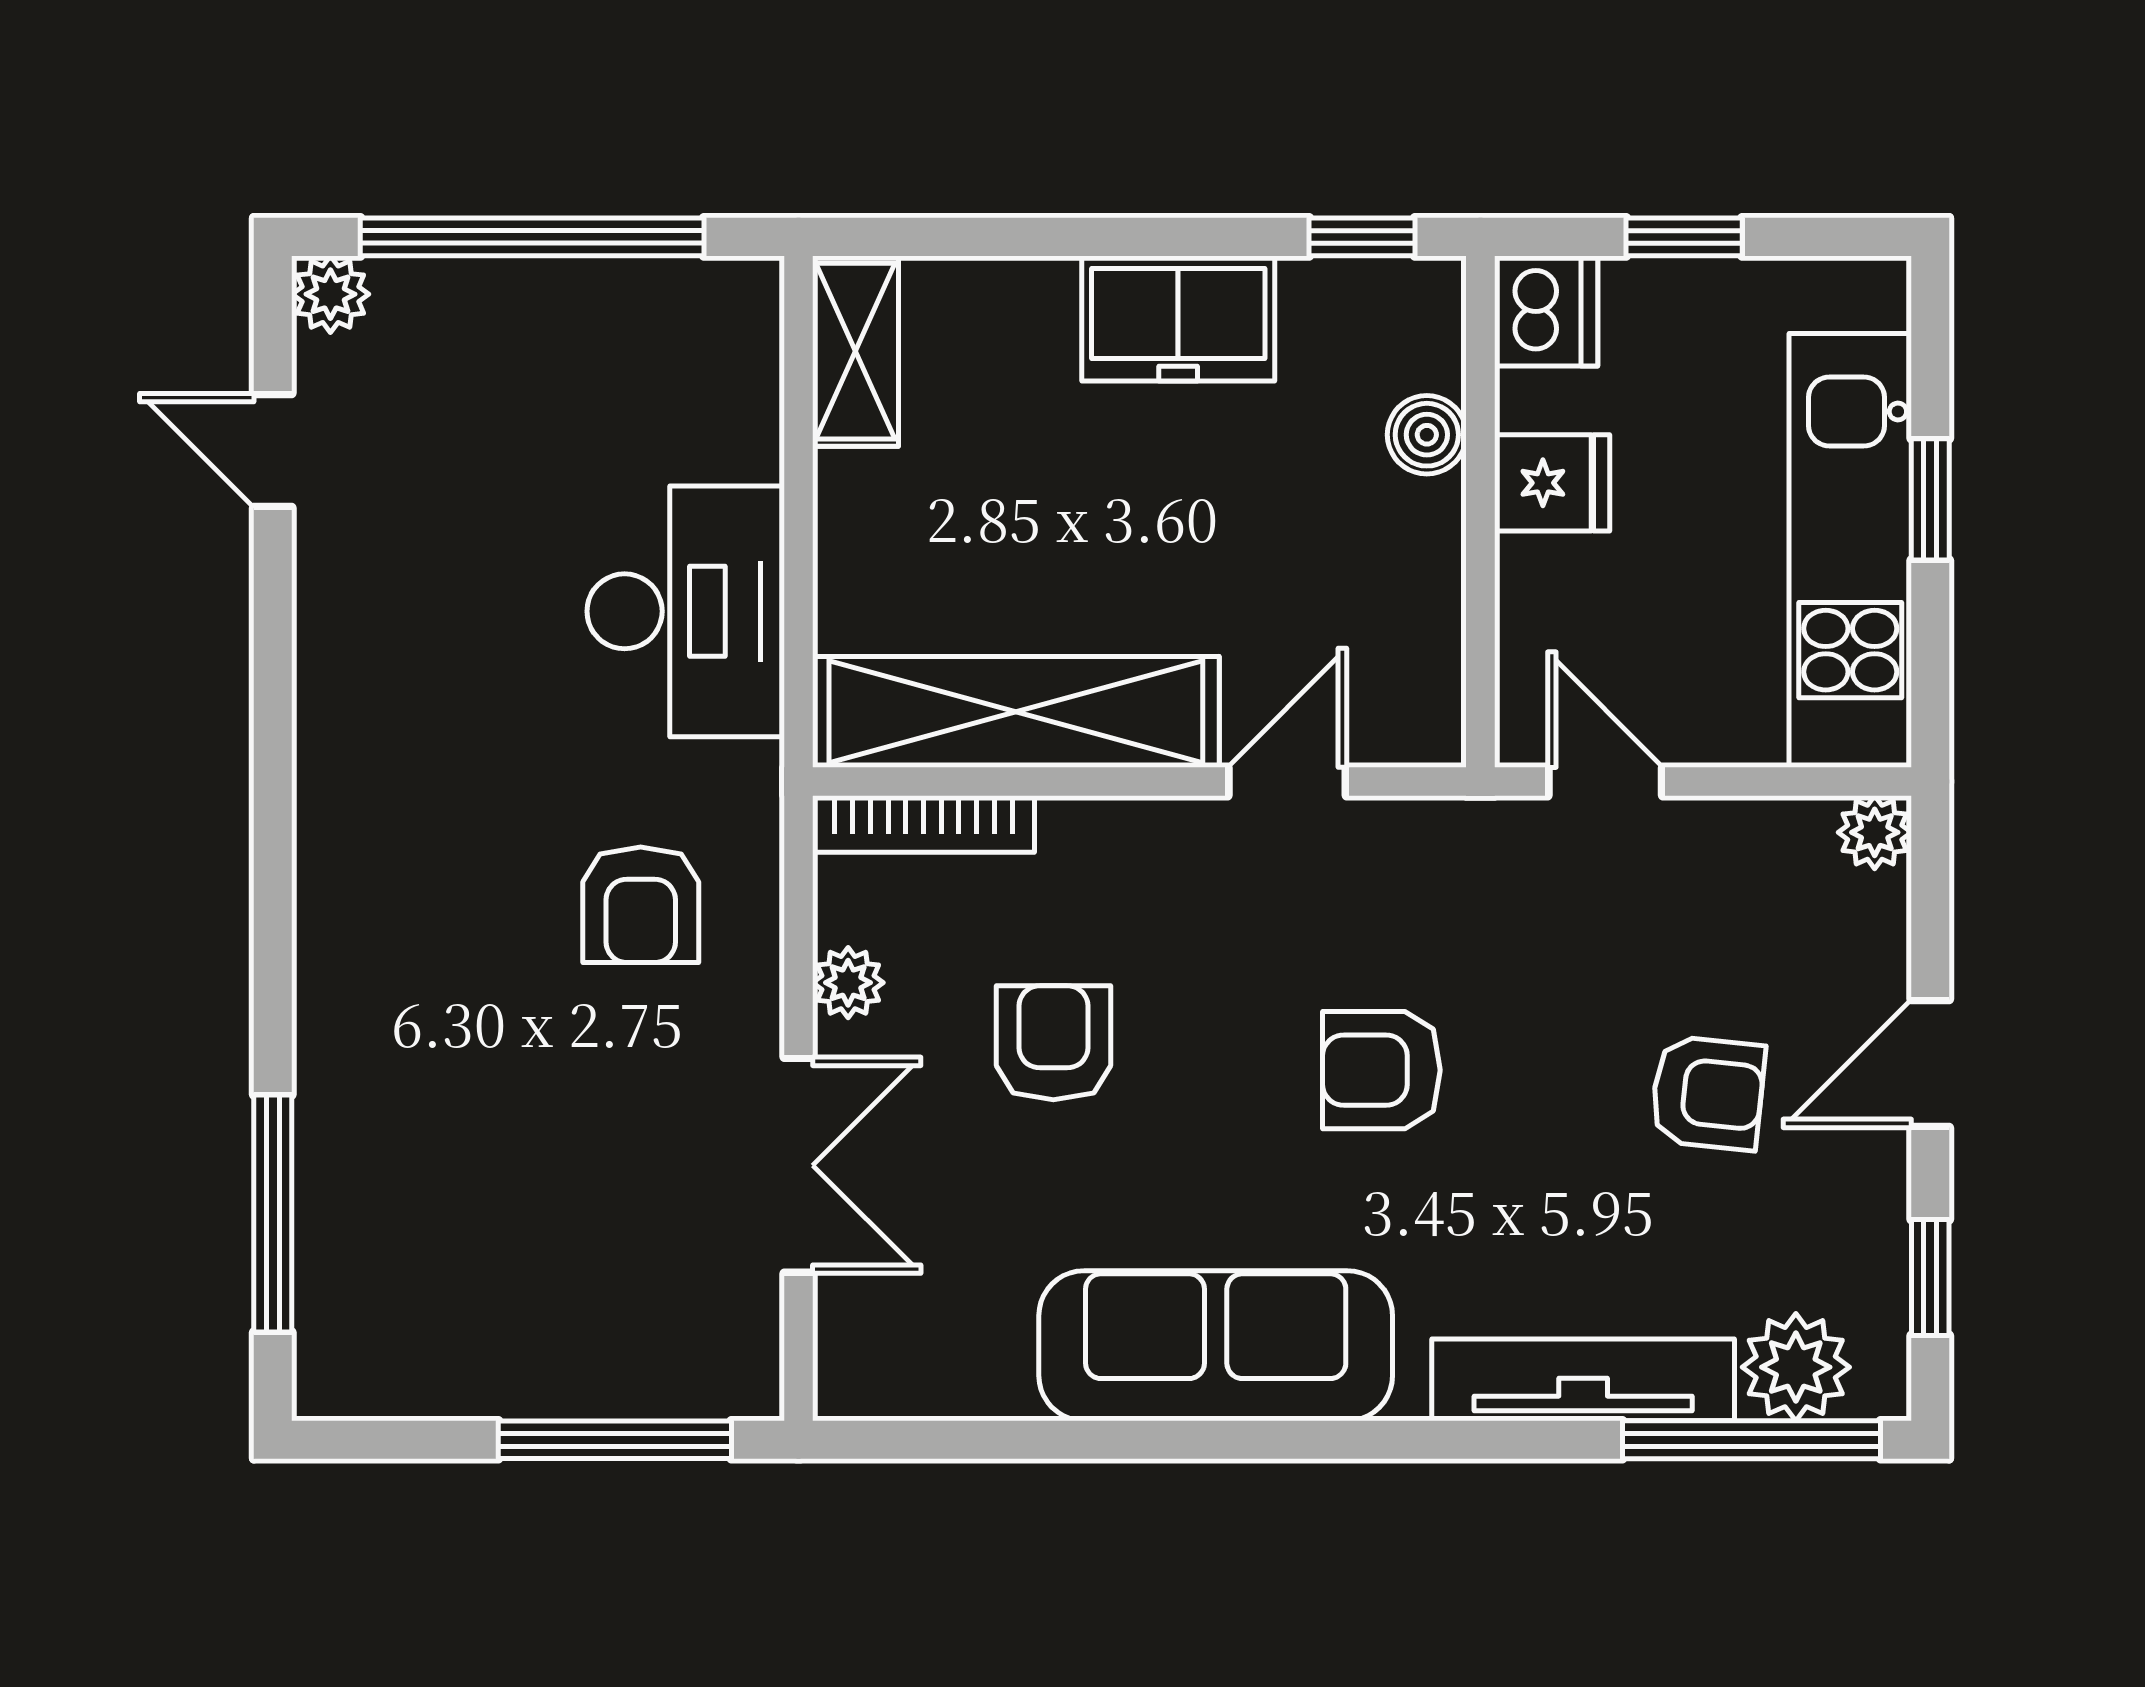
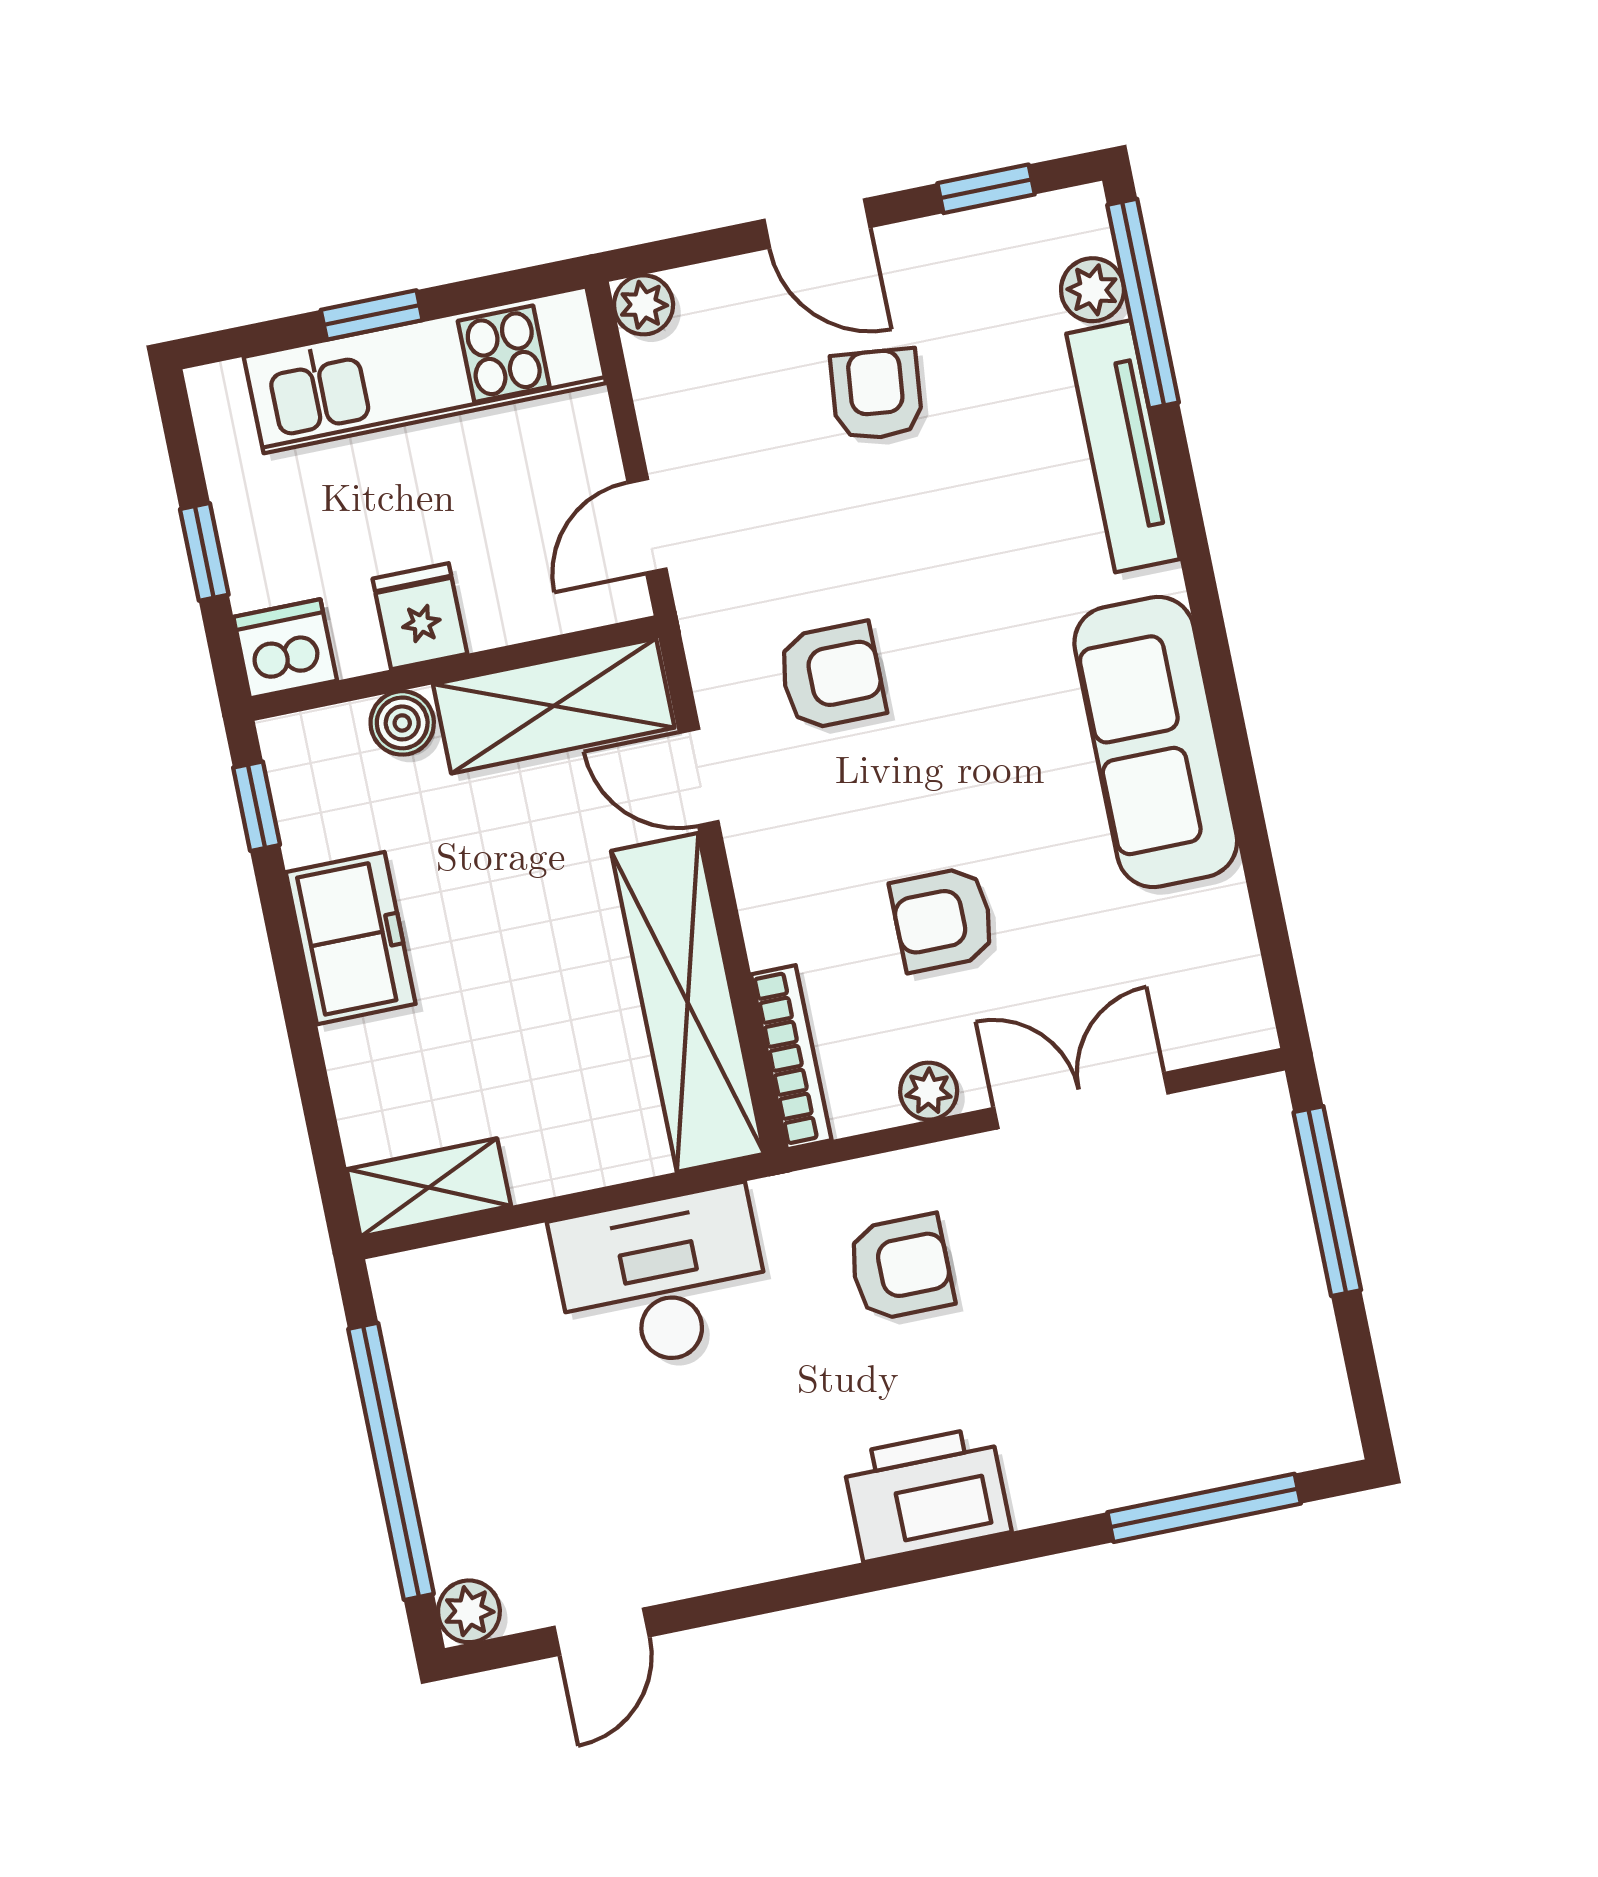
shelving: (1410, 623) -> (554, 706), added
printer: (359, 880) -> (927, 1494), added
armchair: (1381, 1070) -> (832, 676), moved, turned -90
plant: (1796, 1367) -> (1092, 290), width x0.73, depth x0.73

